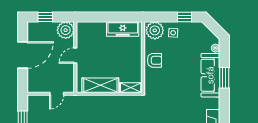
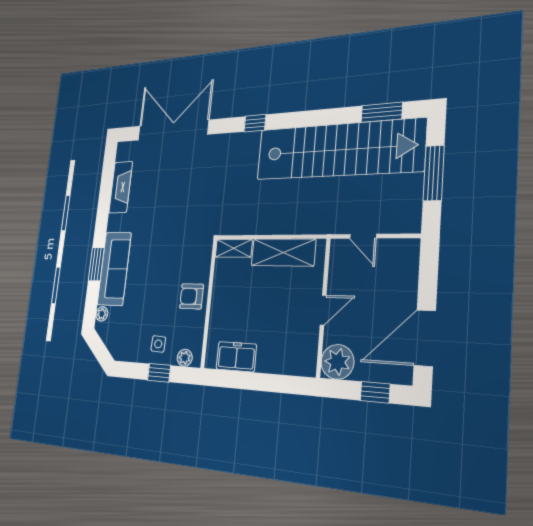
window: (184, 17) -> (159, 373), moved
freezer: (123, 29) -> (236, 357), width x0.71
plant: (155, 30) -> (185, 358), width x0.53, depth x0.53
door: (23, 55) -> (425, 338), moved
door: (57, 94) -> (363, 236), swing flipped

